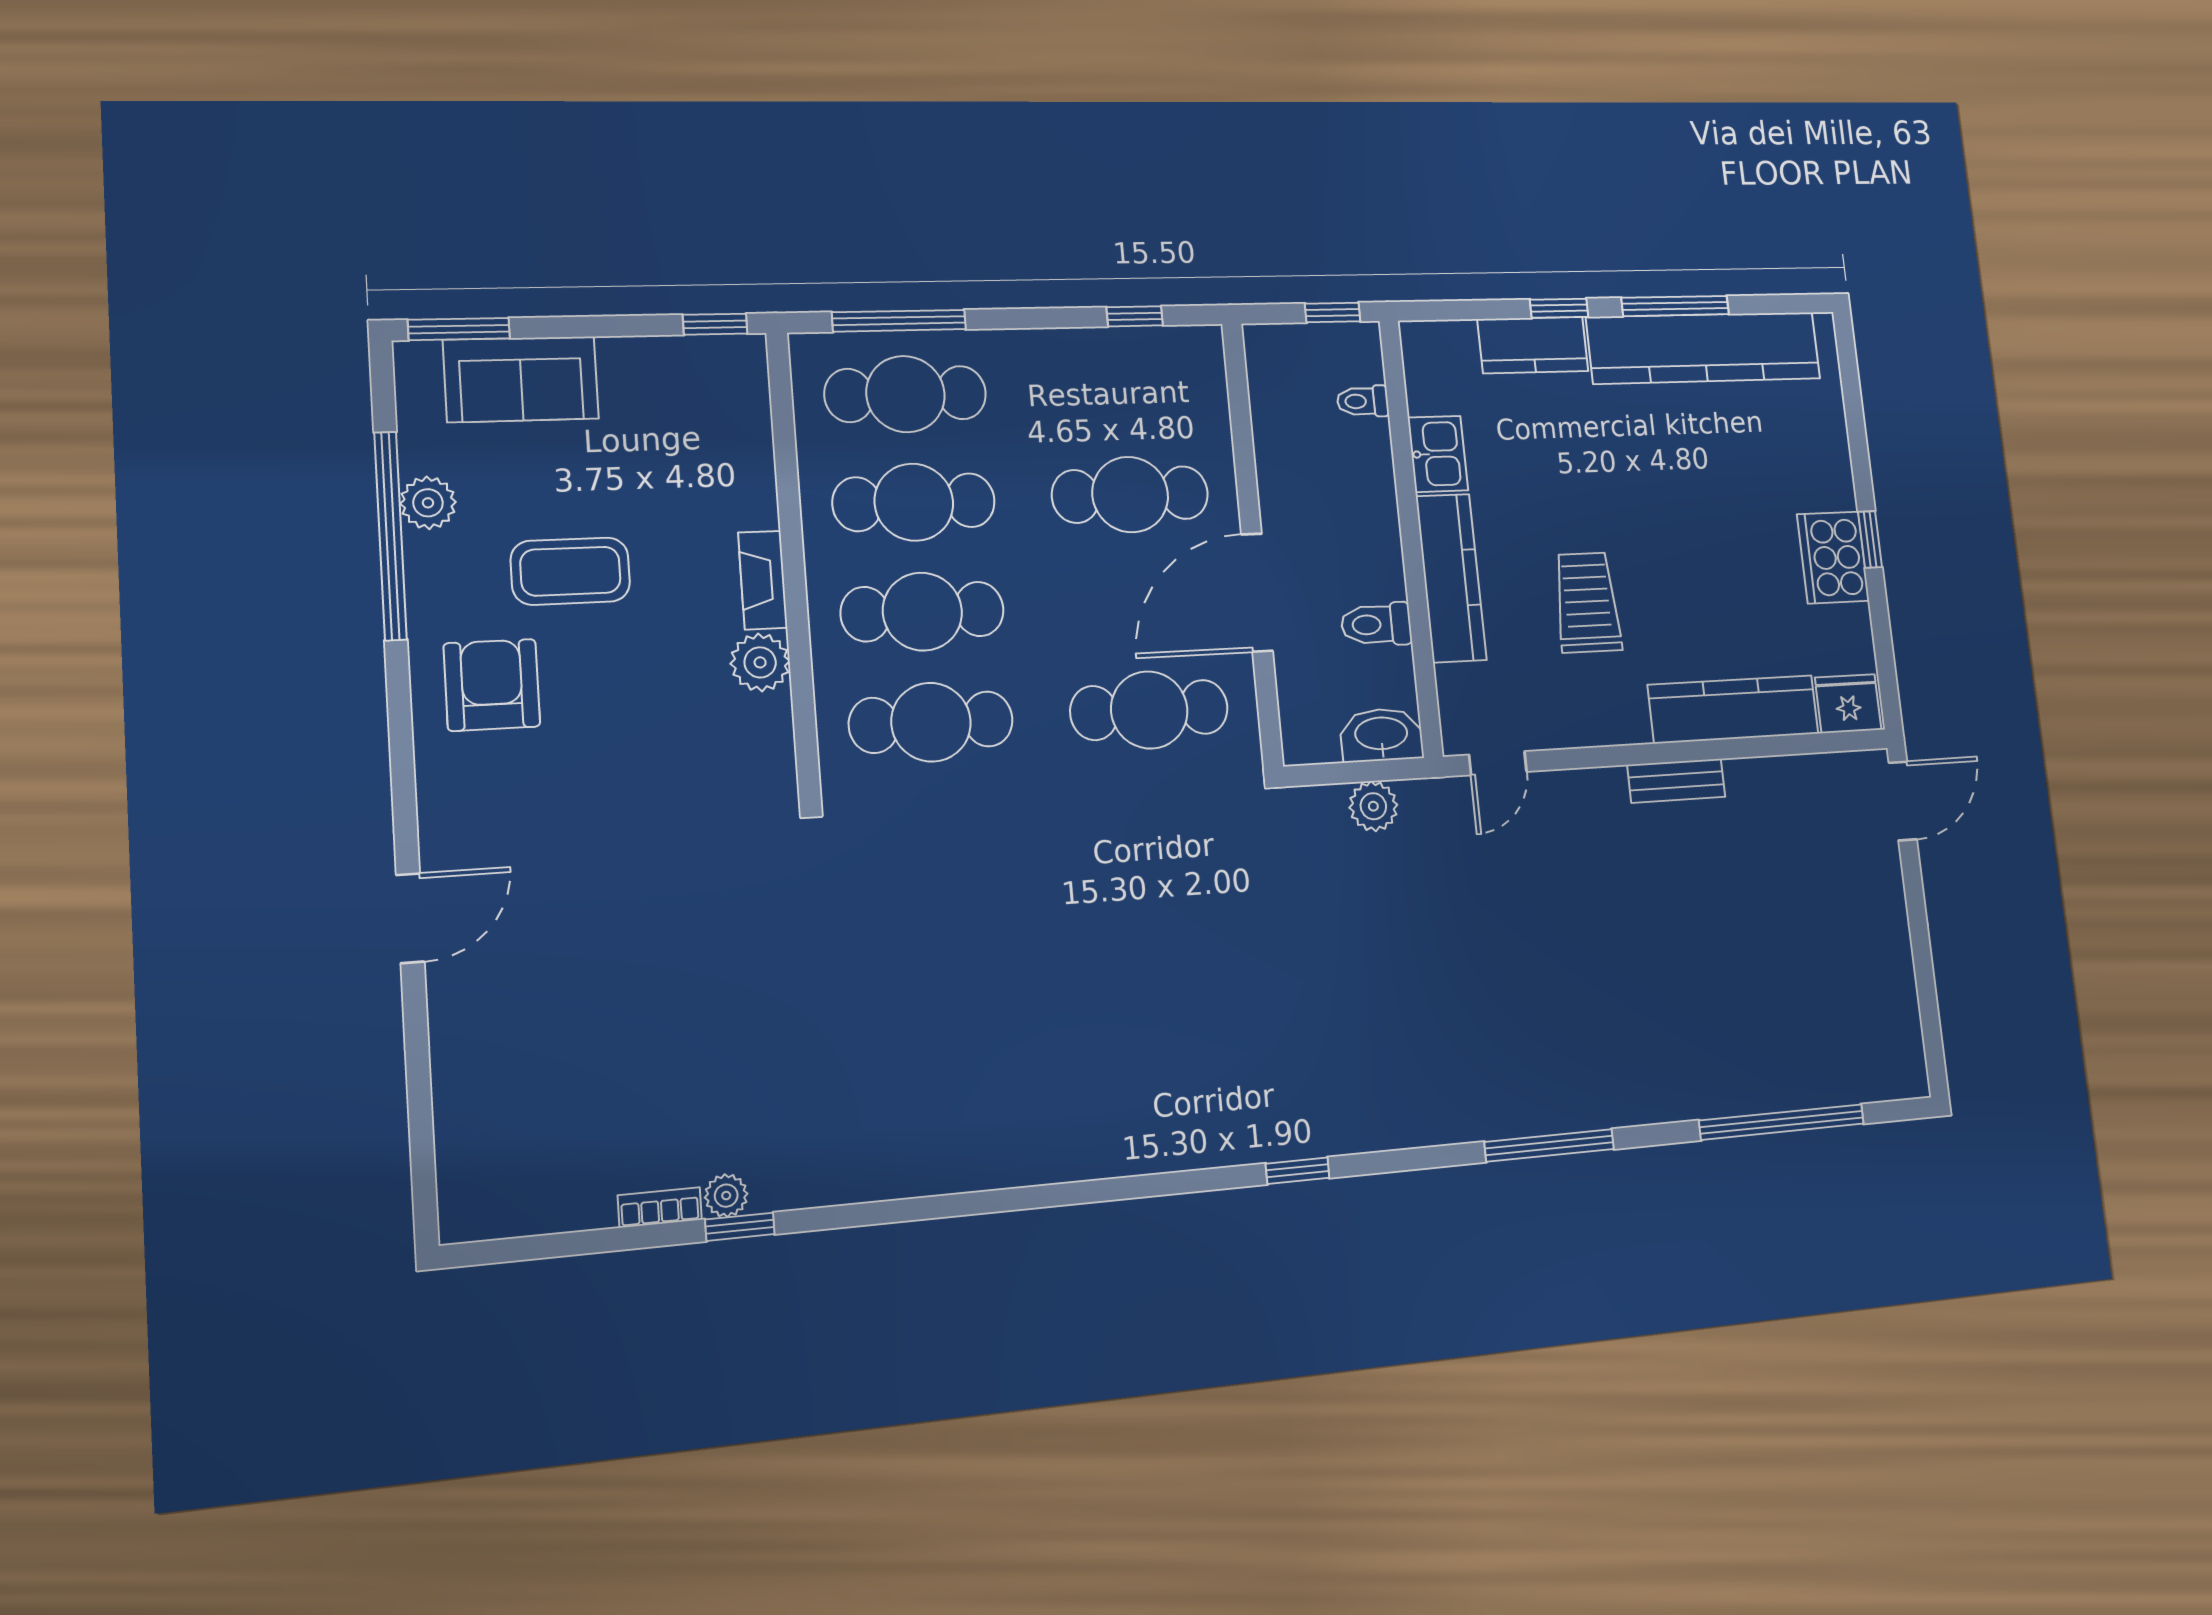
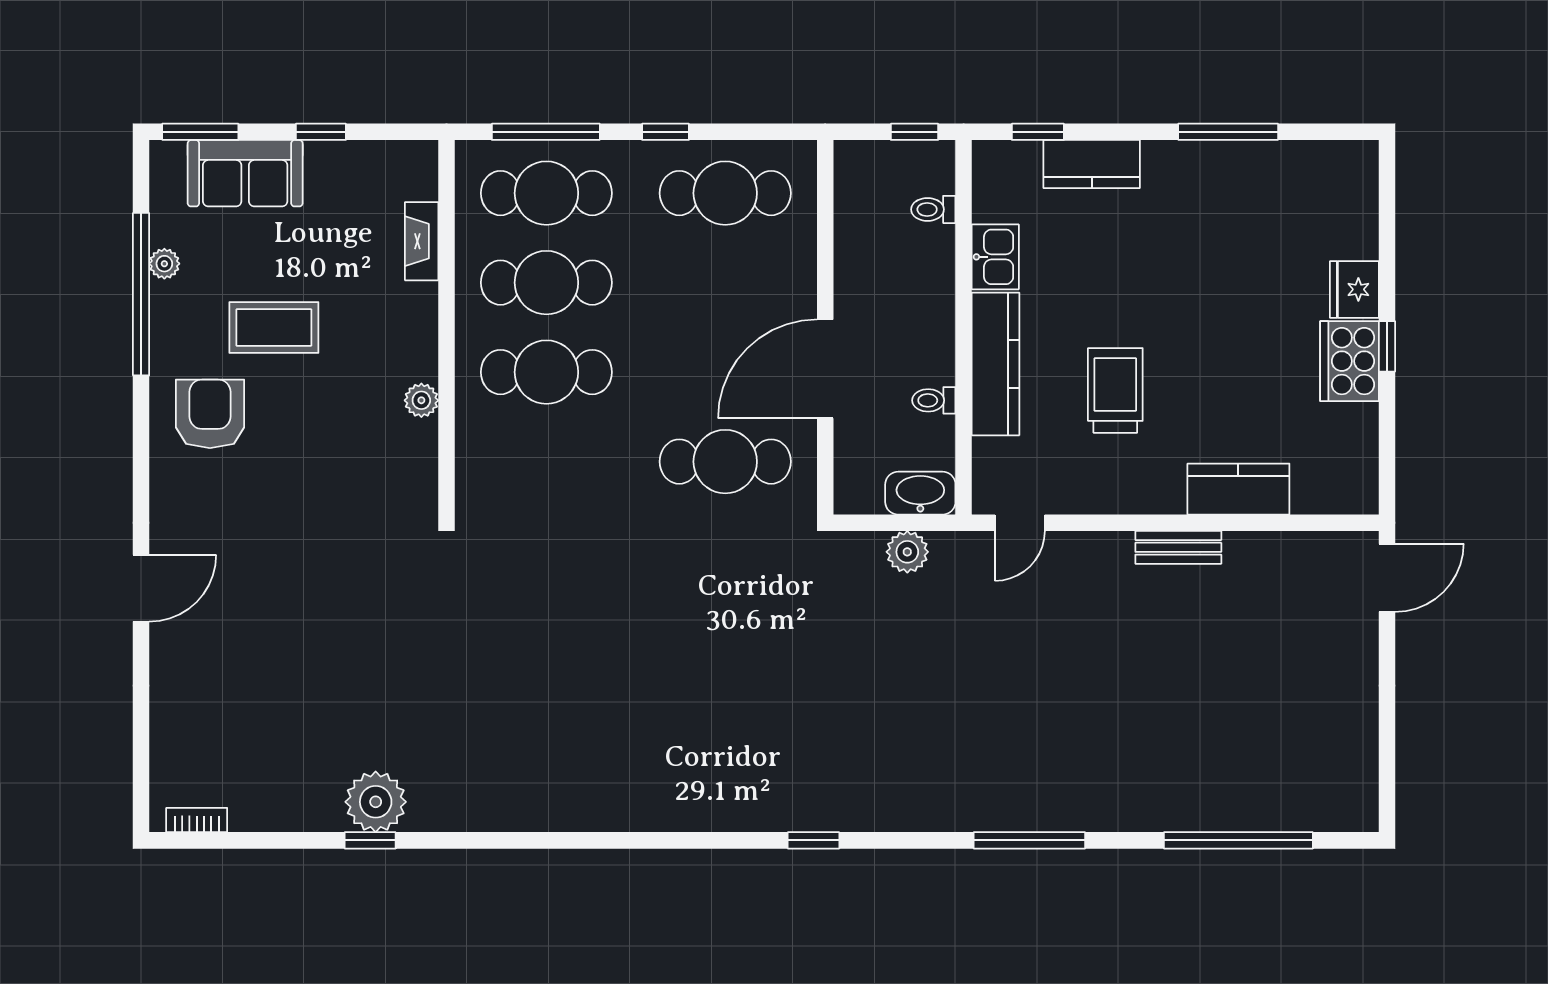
window: (1559, 308) -> (1038, 132), moved
window: (1135, 316) -> (665, 132), moved
window: (715, 324) -> (321, 132), moved
kitchen counter: (1704, 348) -> (1251, 170), removed
cafe table: (1130, 495) -> (725, 193), moved
plant: (428, 503) -> (164, 264), width x0.73, depth x0.73
fireplace: (763, 580) -> (422, 241), moved
toilet: (1376, 624) -> (934, 400), width x0.73, depth x0.72
plant: (760, 662) -> (421, 400), width x0.73, depth x0.73
fridge: (1848, 704) -> (1354, 289), moved, turned -90
kitchen counter: (1733, 709) -> (1238, 489), width x0.67
cafe table: (931, 722) -> (546, 462), removed
plant: (726, 1196) -> (376, 802), width x1.88, depth x1.88
bookcase: (660, 1207) -> (197, 820), moved

